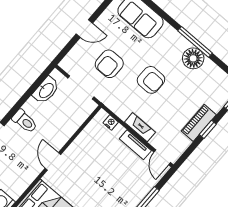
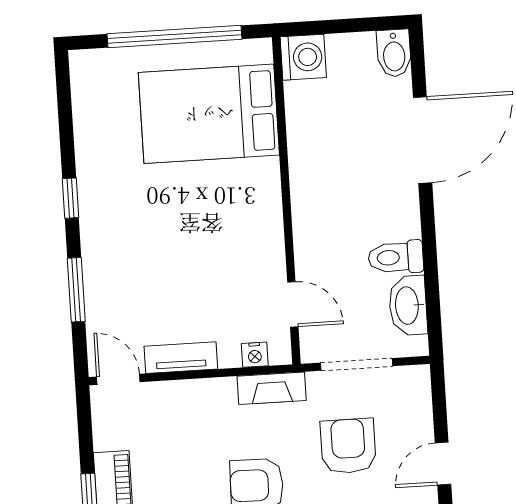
toilet: (25, 121) -> (396, 257), moved
fireplace: (140, 127) -> (272, 388), moved
door: (53, 161) -> (293, 304), moved

